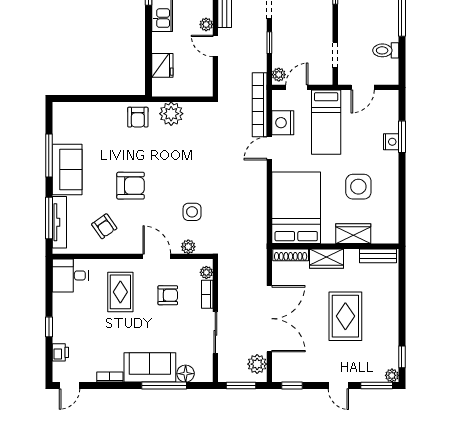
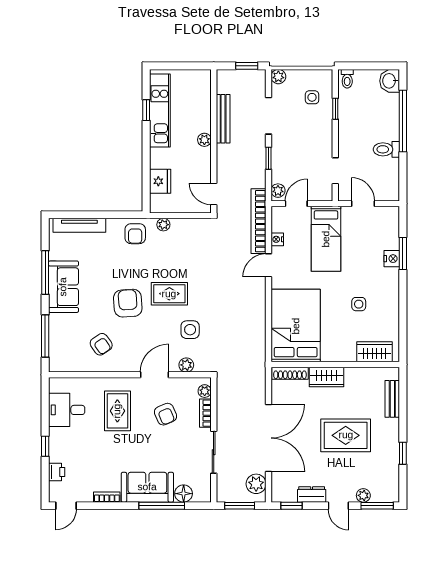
door: (215, 46) -> (214, 194), moved
toilet: (386, 50) -> (386, 149), moved
door: (363, 87) -> (363, 204), swing flipped
plant: (171, 114) -> (163, 225), width x0.53, depth x0.53
nightstand: (283, 123) -> (277, 239), width x0.53, depth x0.56
rug: (172, 176) -> (169, 294), added
armchair: (131, 186) -> (128, 303), turned -94
side table: (358, 187) -> (359, 304), width x0.54, depth x0.54
tv unit: (59, 222) -> (79, 225), moved, turned 90
wardrobe: (353, 234) -> (375, 352), moved
door: (157, 256) -> (154, 375), hinge flipped
bench: (378, 256) -> (392, 399), moved, turned 90
desk: (70, 275) -> (67, 410), moved
armchair: (168, 295) -> (165, 414), turned 67
rug: (345, 316) -> (346, 435), turned 90
window: (402, 357) -> (403, 453), moved
dresser: (312, 374) -> (312, 494), added
plant: (392, 375) -> (363, 495), moved

